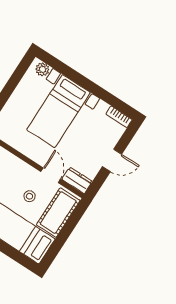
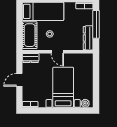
door: (51, 175) -> (57, 52), moved

